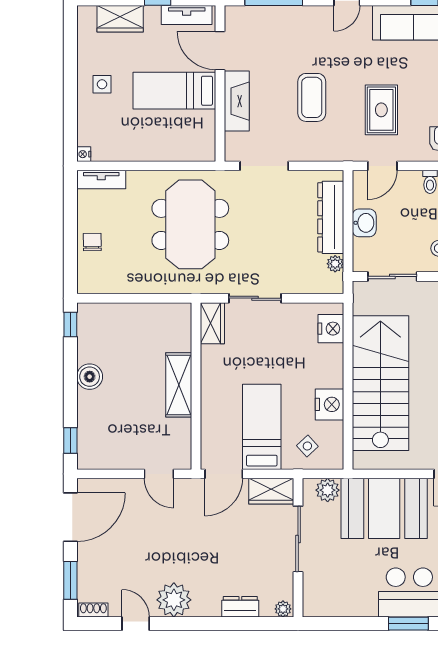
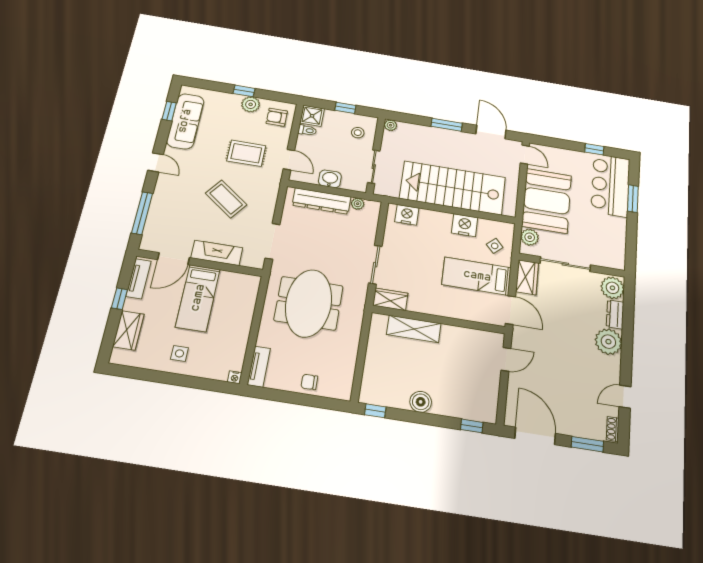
coffee table: (312, 97) -> (226, 199), turned 37
meeting table: (190, 224) -> (309, 303), turned 90
shelving: (179, 385) -> (414, 329), moved
plant: (174, 600) -> (608, 342), moved
plant: (283, 609) -> (612, 288), width x1.88, depth x1.88

